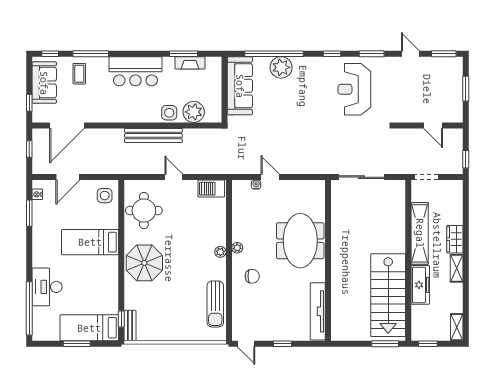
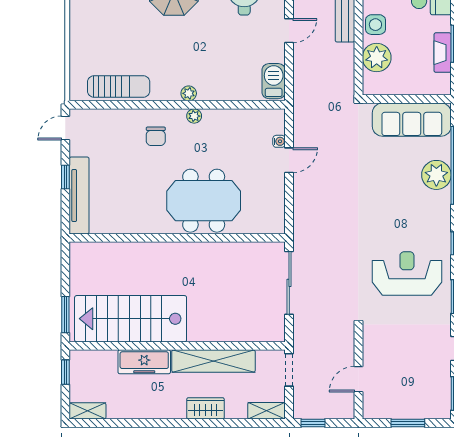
shelving: (457, 268) -> (267, 411), moved
sun lounger: (215, 304) -> (119, 87), turned 180
tv unit: (318, 311) -> (79, 195), moved, turned 90

